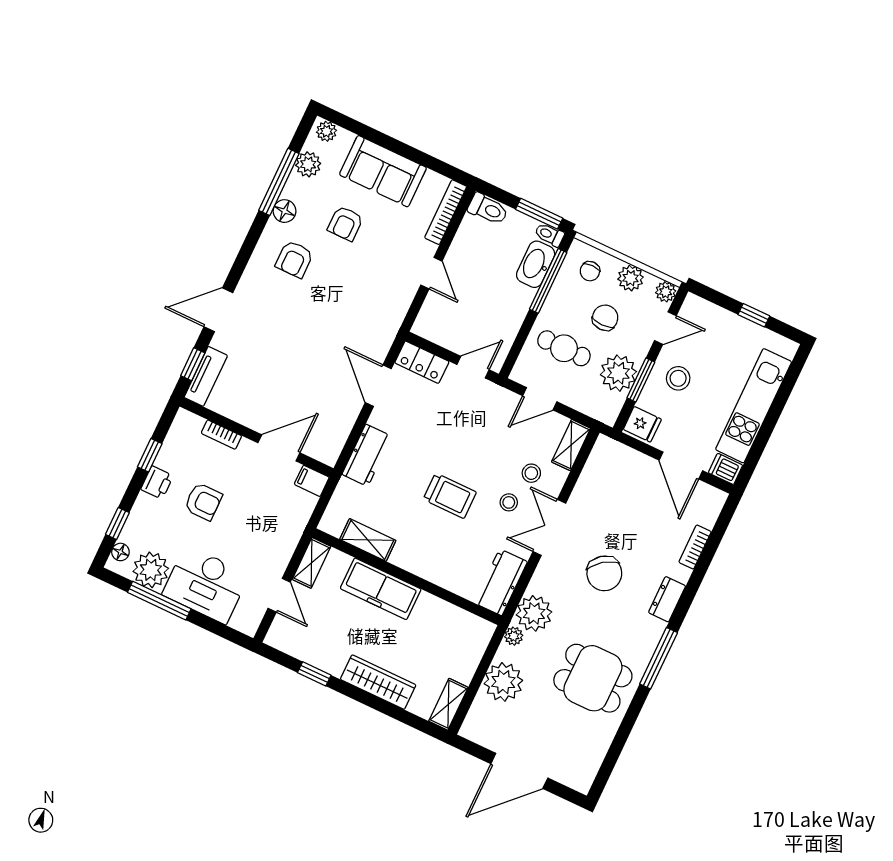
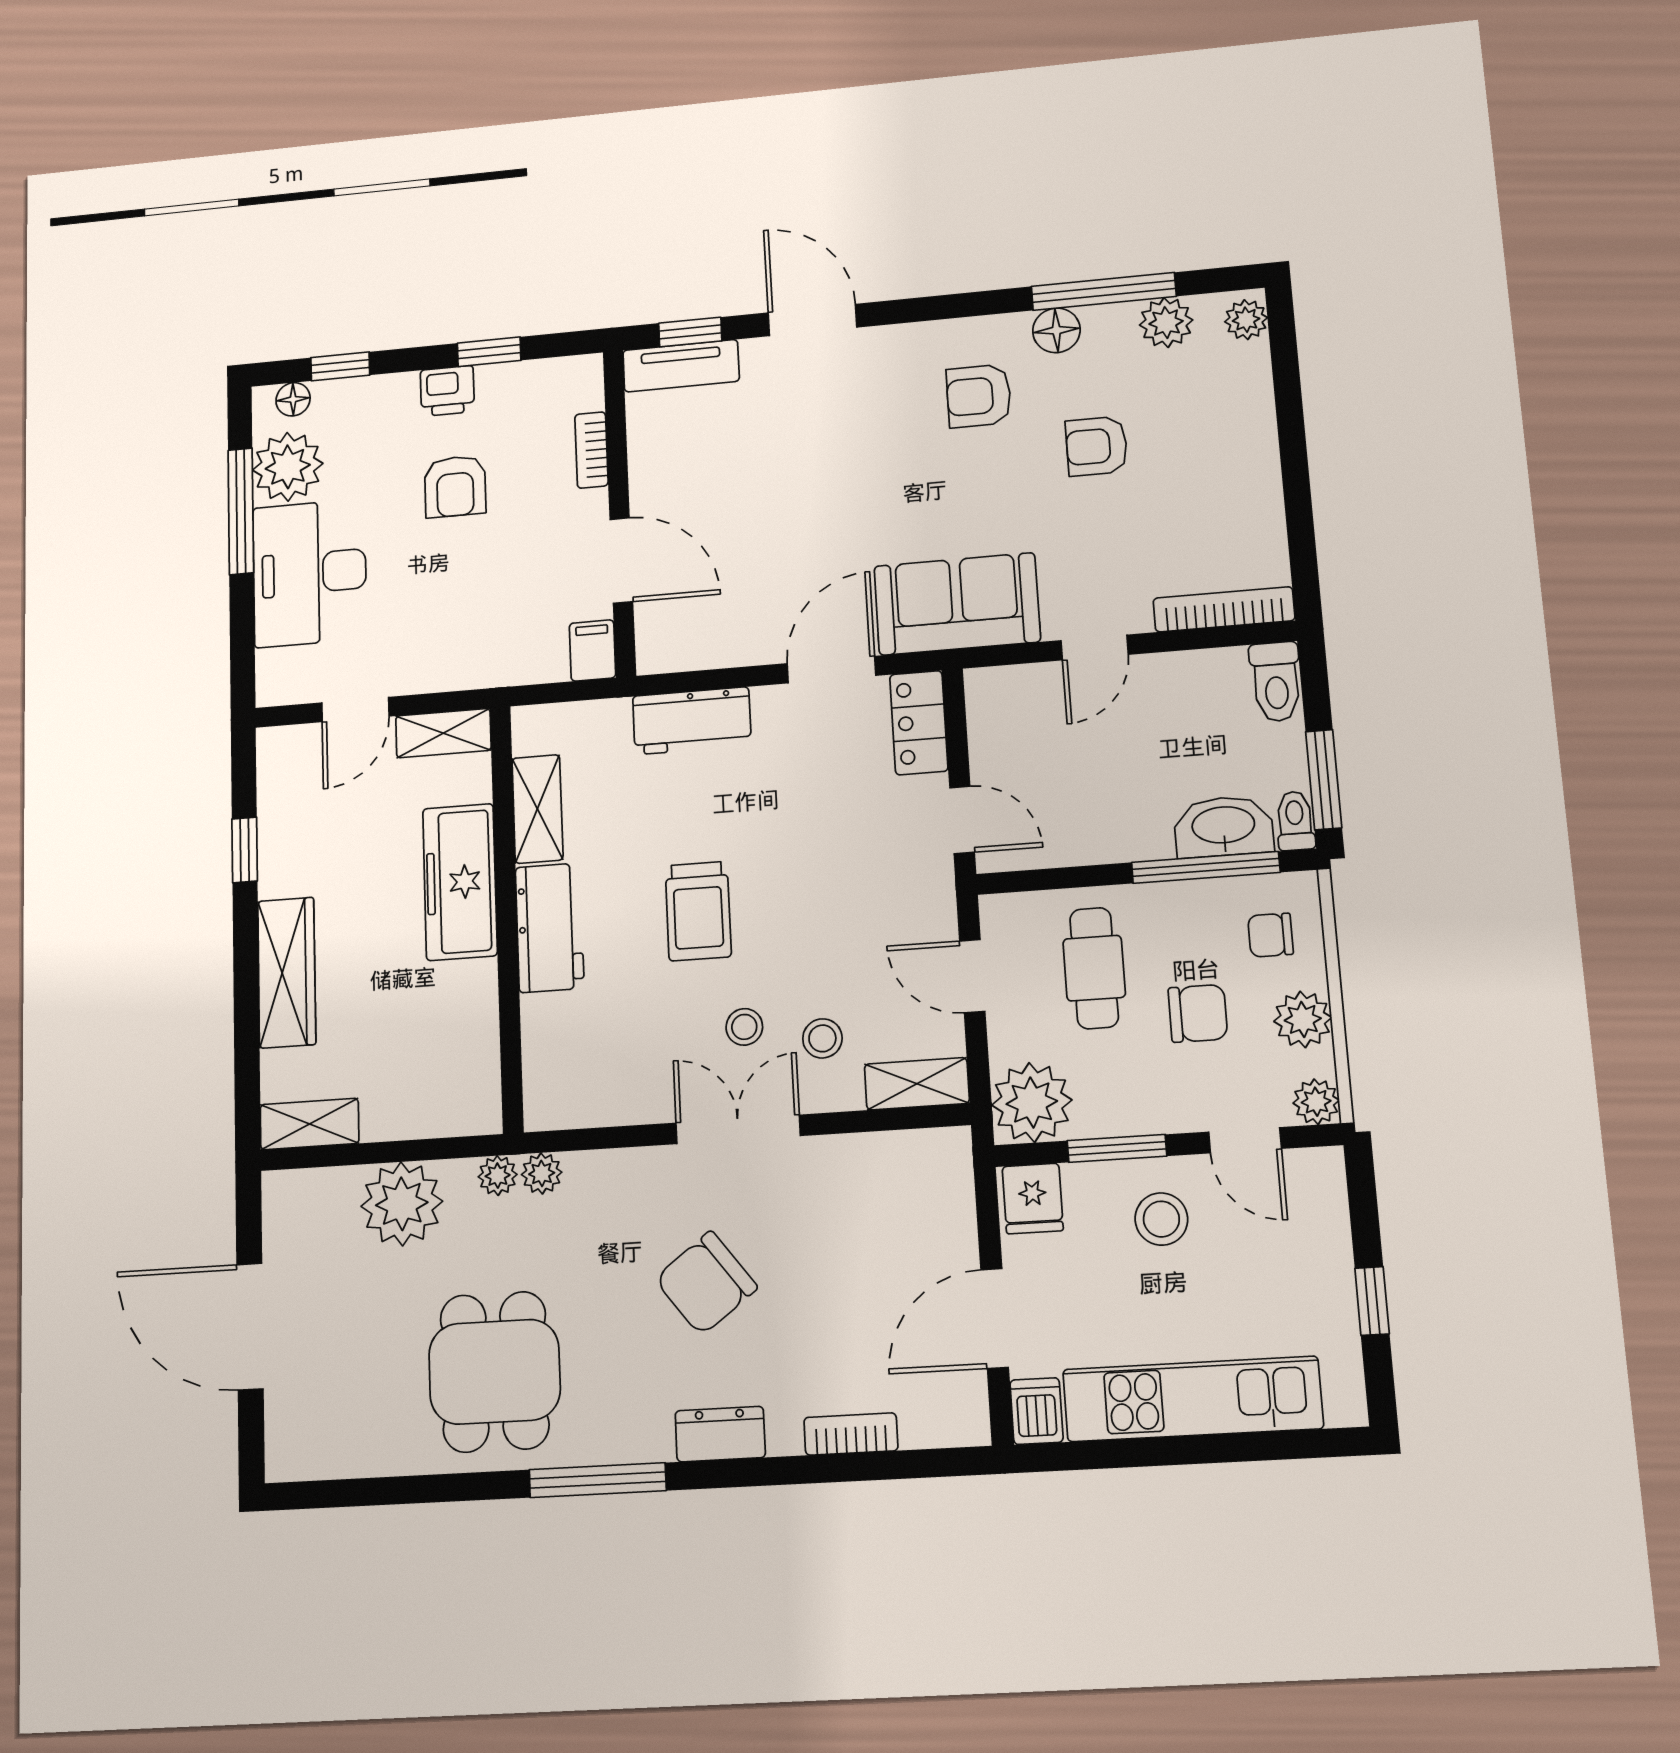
sofa: (383, 171) -> (957, 604), moved, turned 90
plant: (618, 373) -> (1032, 1103), moved
workbench: (501, 582) -> (550, 928), moved, turned 90
plant: (534, 613) -> (542, 1173), width x0.53, depth x0.53

